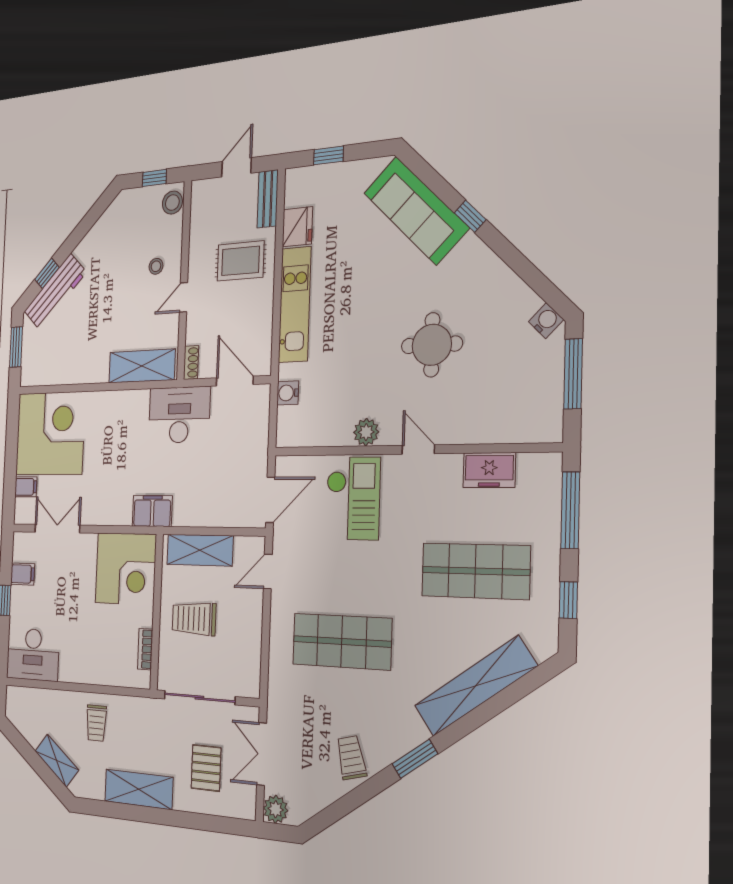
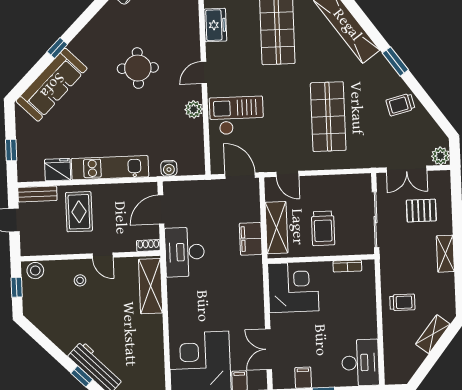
filing cabinet: (152, 511) -> (251, 239), moved
shelving: (139, 789) -> (445, 254), width x0.67, depth x0.75

